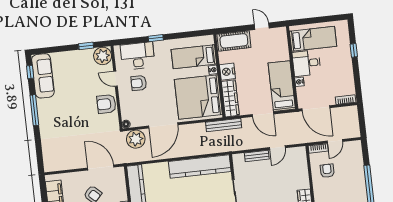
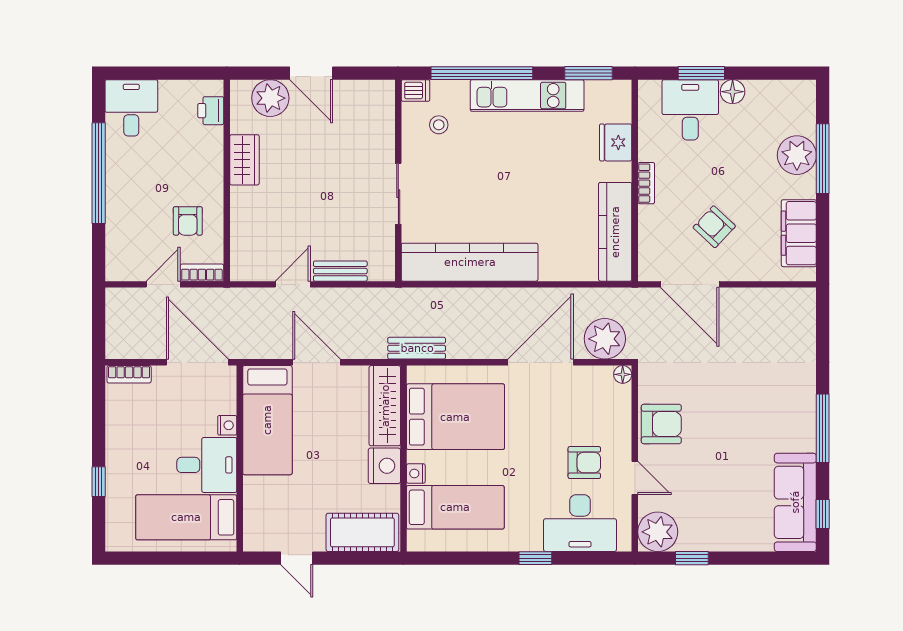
bed: (198, 97) -> (455, 417), width x0.73
bench: (224, 125) -> (417, 348), width x0.73

